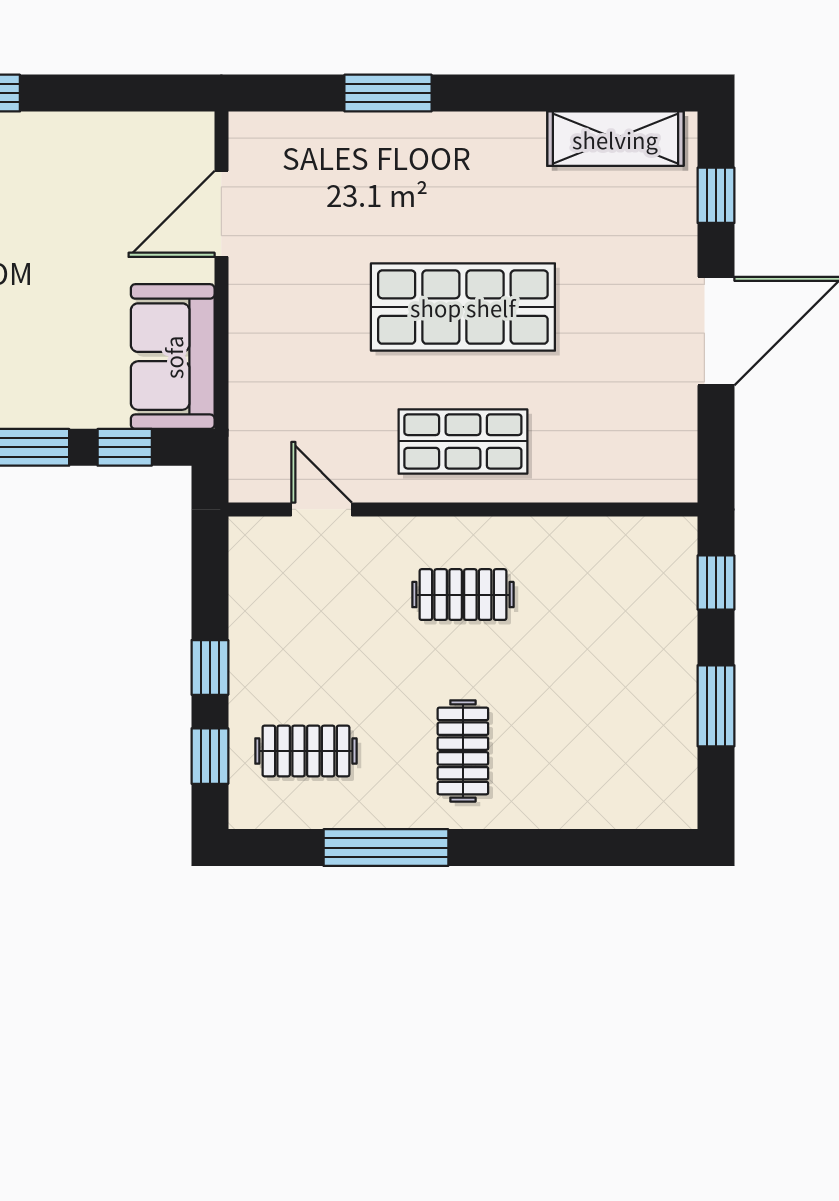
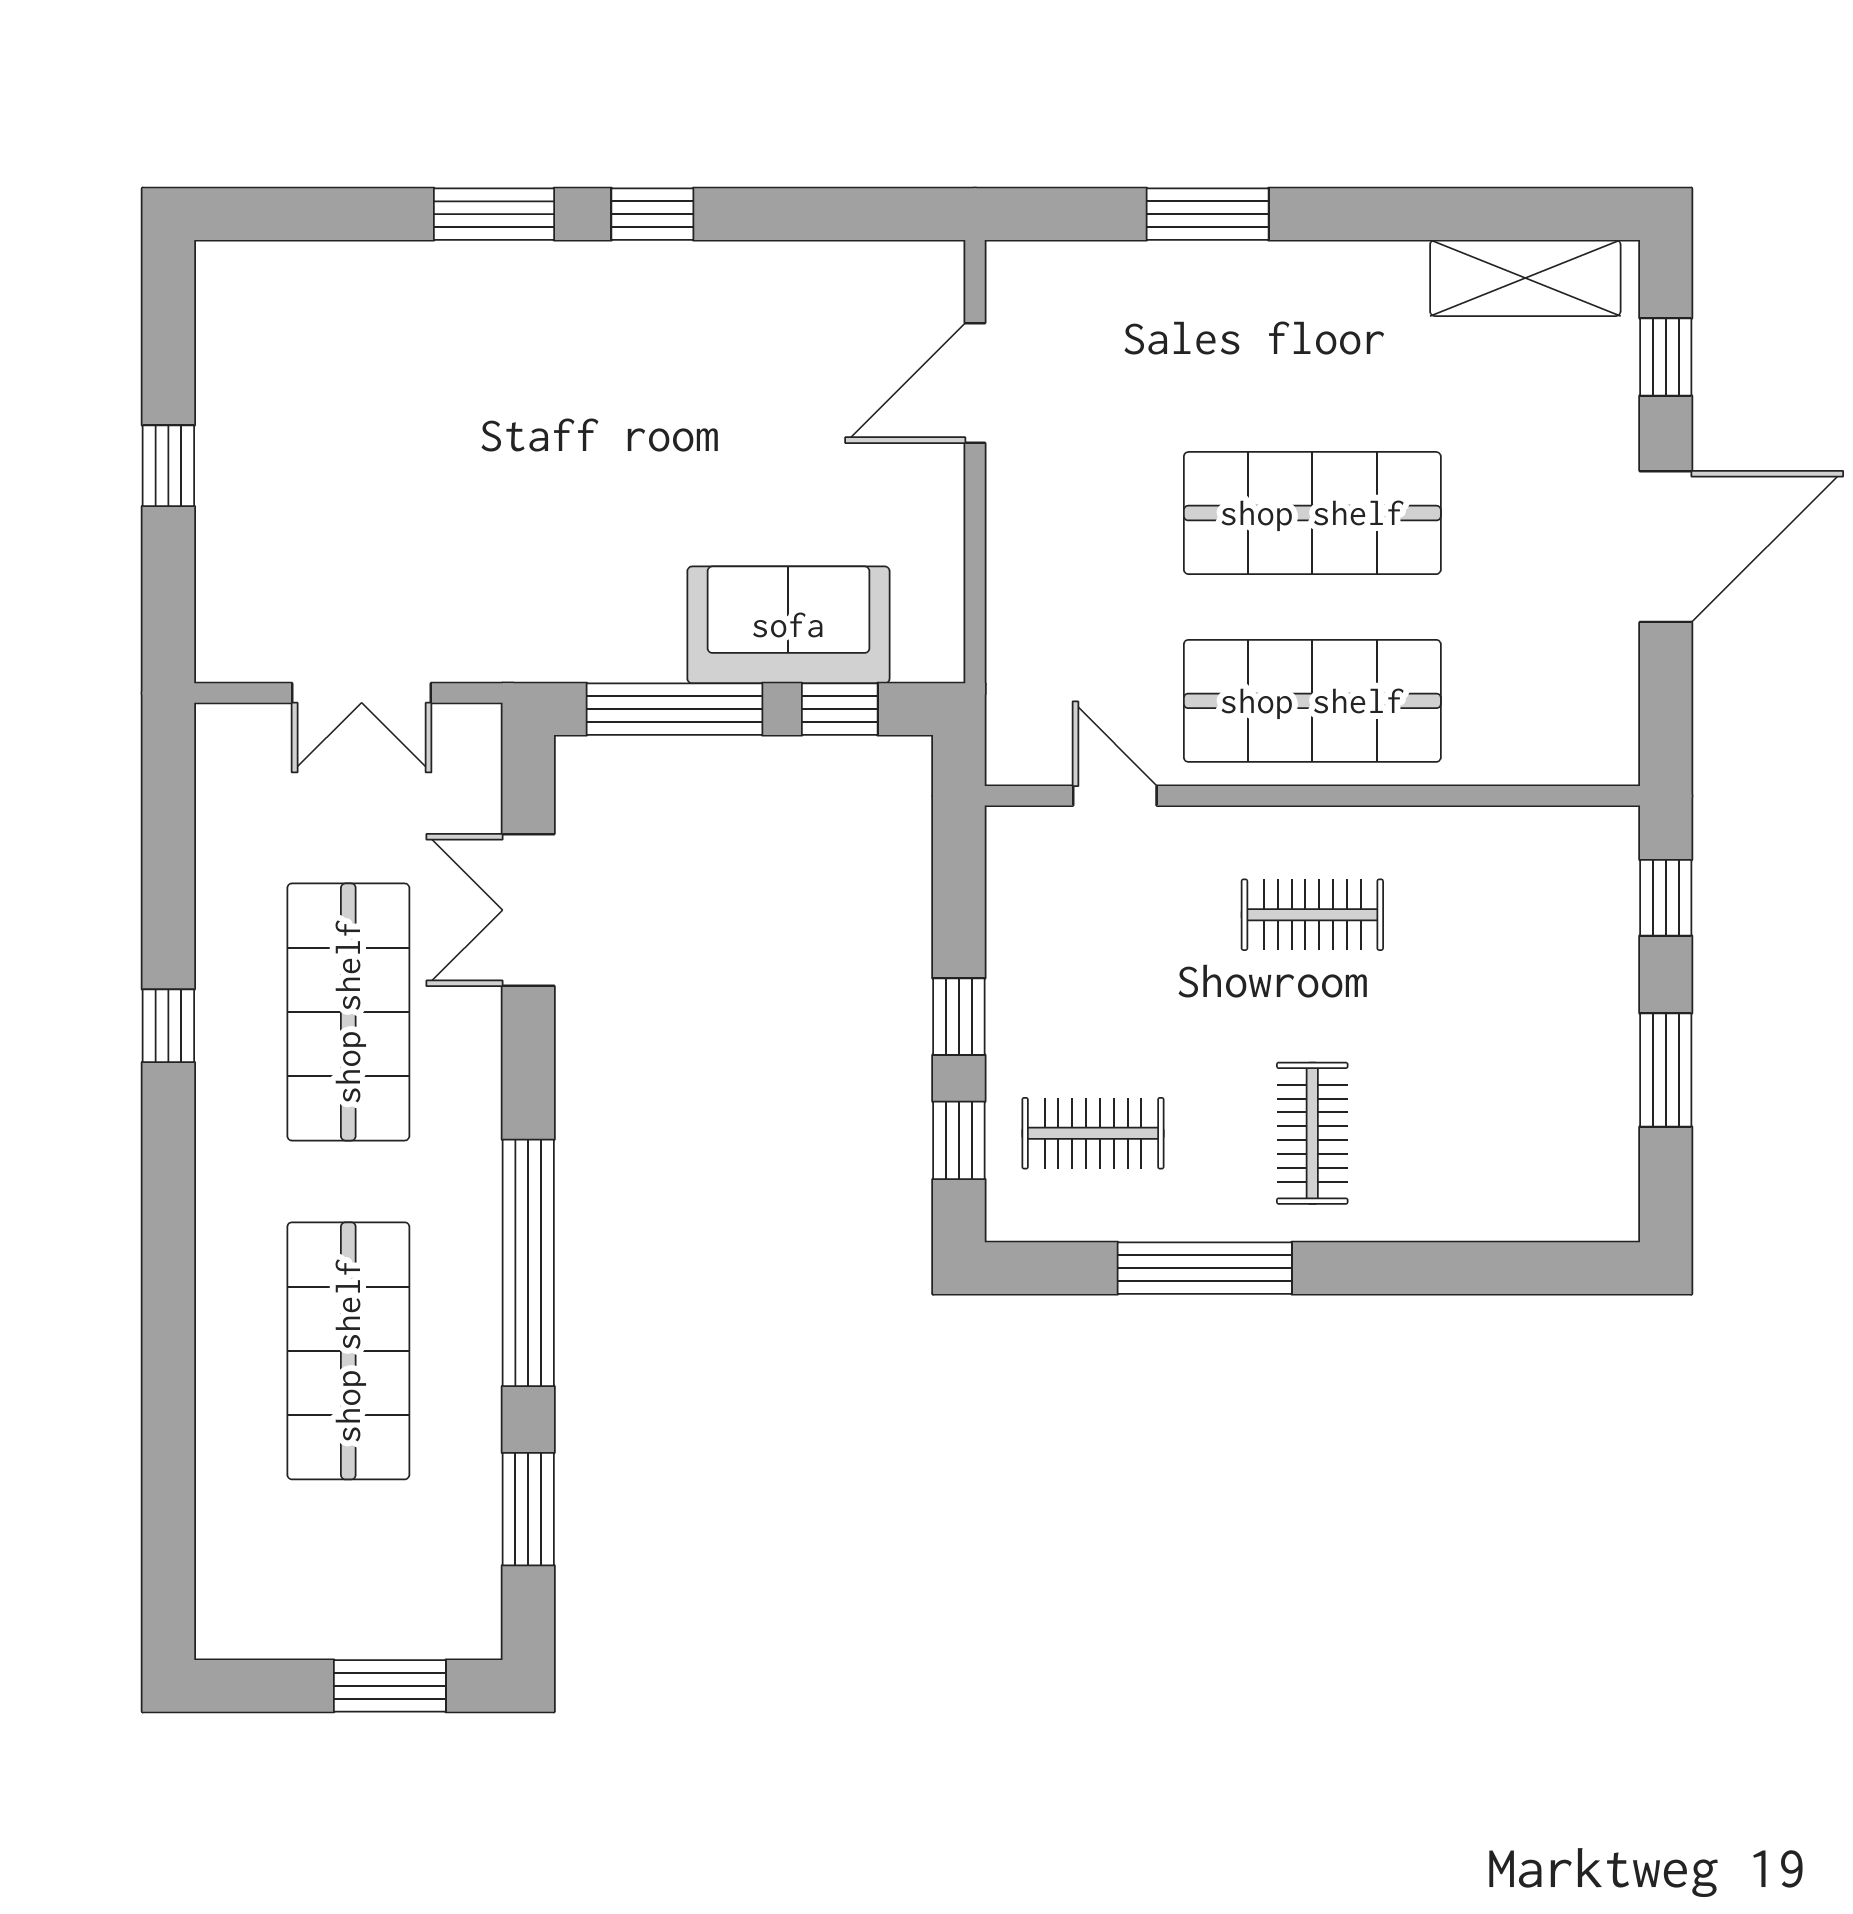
sofa: (173, 357) -> (788, 625), moved, turned 90
shop shelf: (463, 441) -> (1312, 701), width x1.43, depth x1.36

